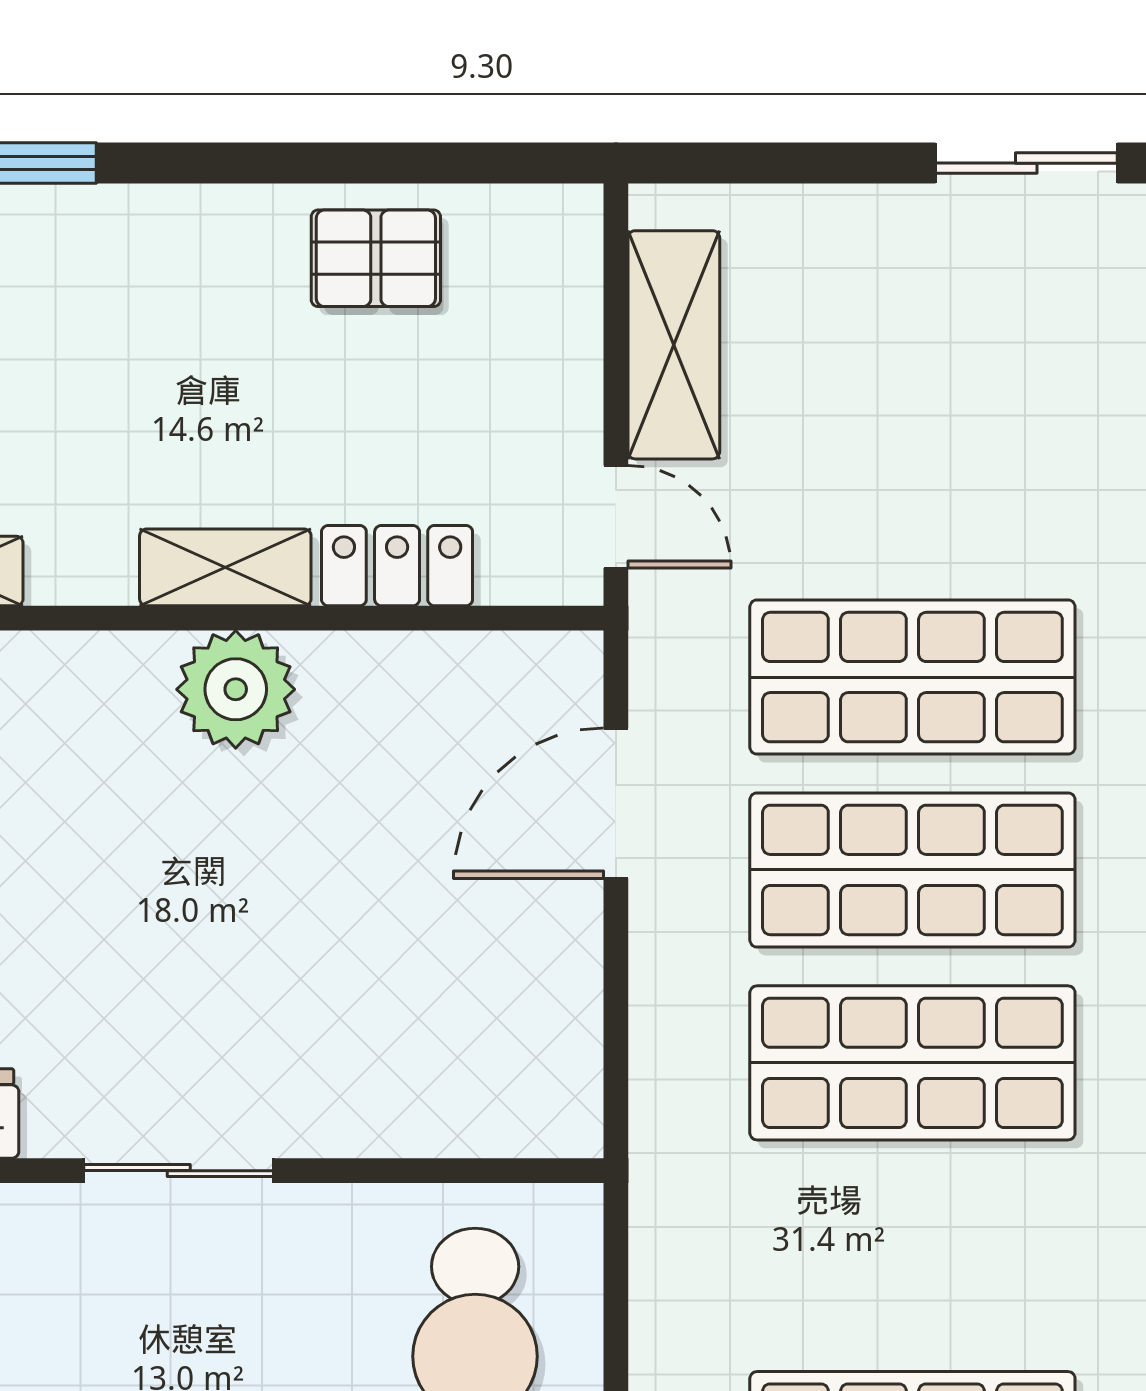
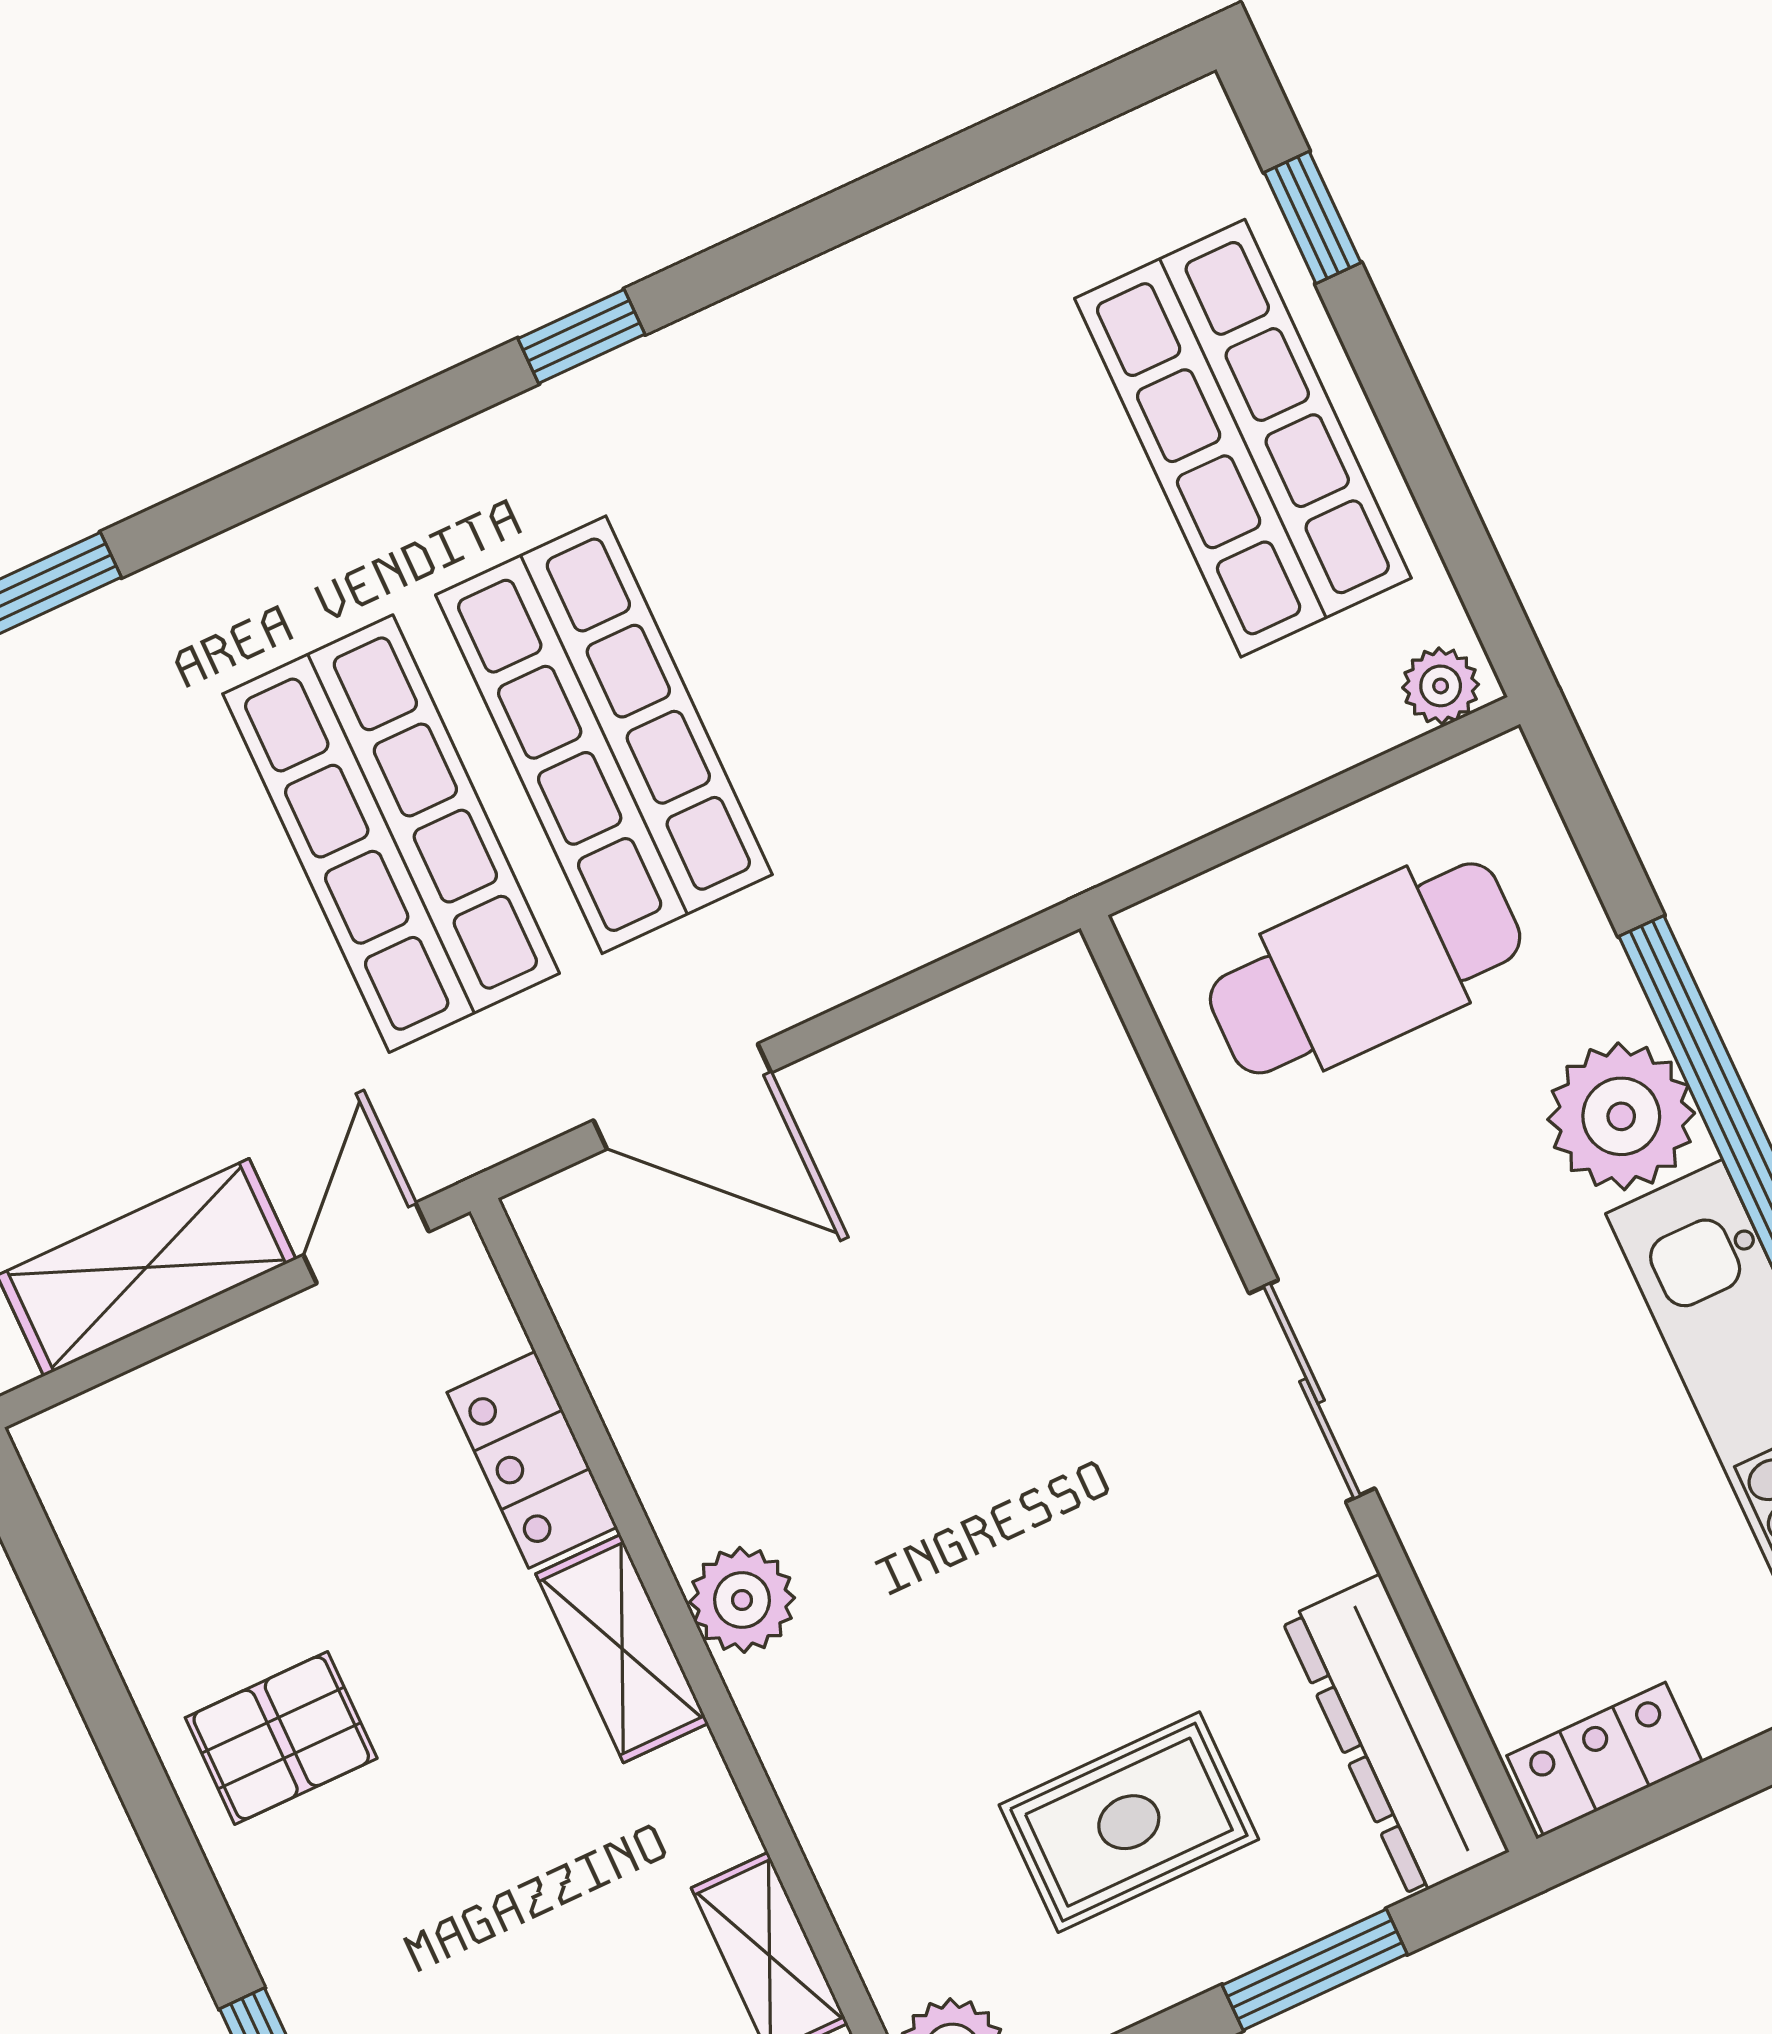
pallet: (376, 258) -> (281, 1738), moved, turned 90
plant: (236, 689) -> (742, 1600), width x0.73, depth x0.73
shop shelf: (912, 1063) -> (817, 636), removed

